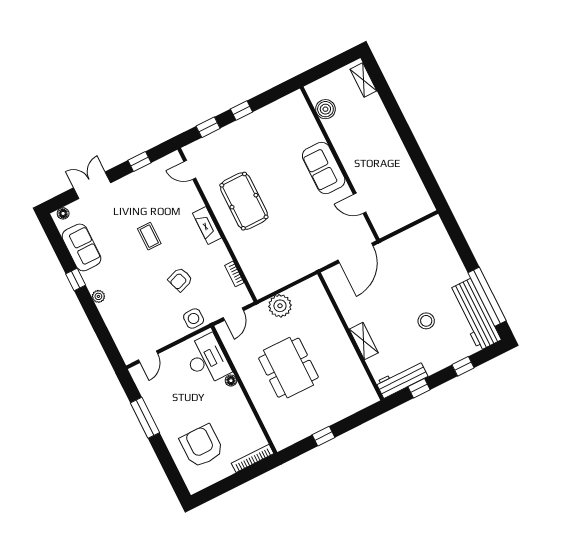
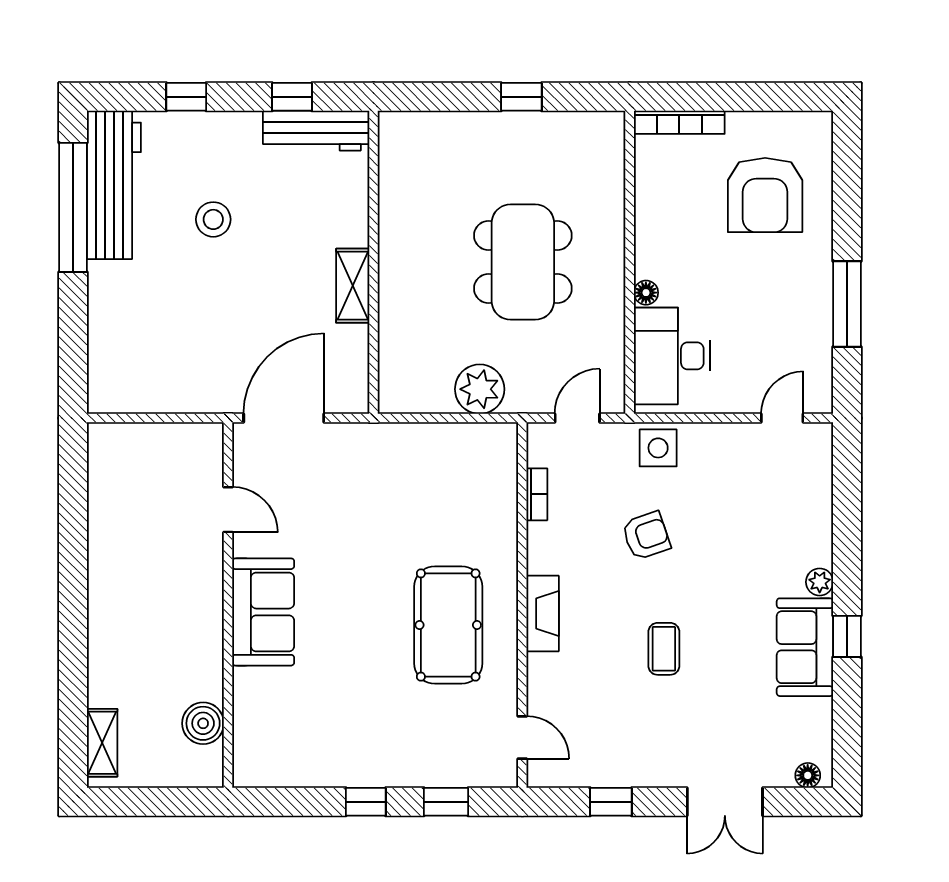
sofa: (82, 247) -> (805, 647), moved
shelving: (364, 341) -> (353, 286), moved

